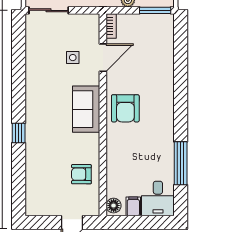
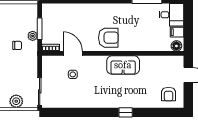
window: (155, 10) -> (40, 29), moved
sofa: (86, 109) -> (123, 65), moved
armchair: (81, 174) -> (169, 94), moved

